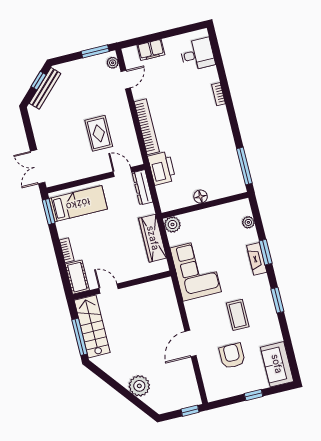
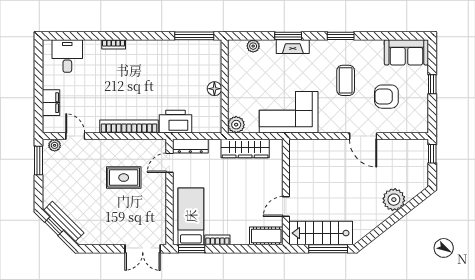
bookcase: (67, 250) -> (217, 240), moved
coffee table: (238, 315) -> (346, 80), turned 90

